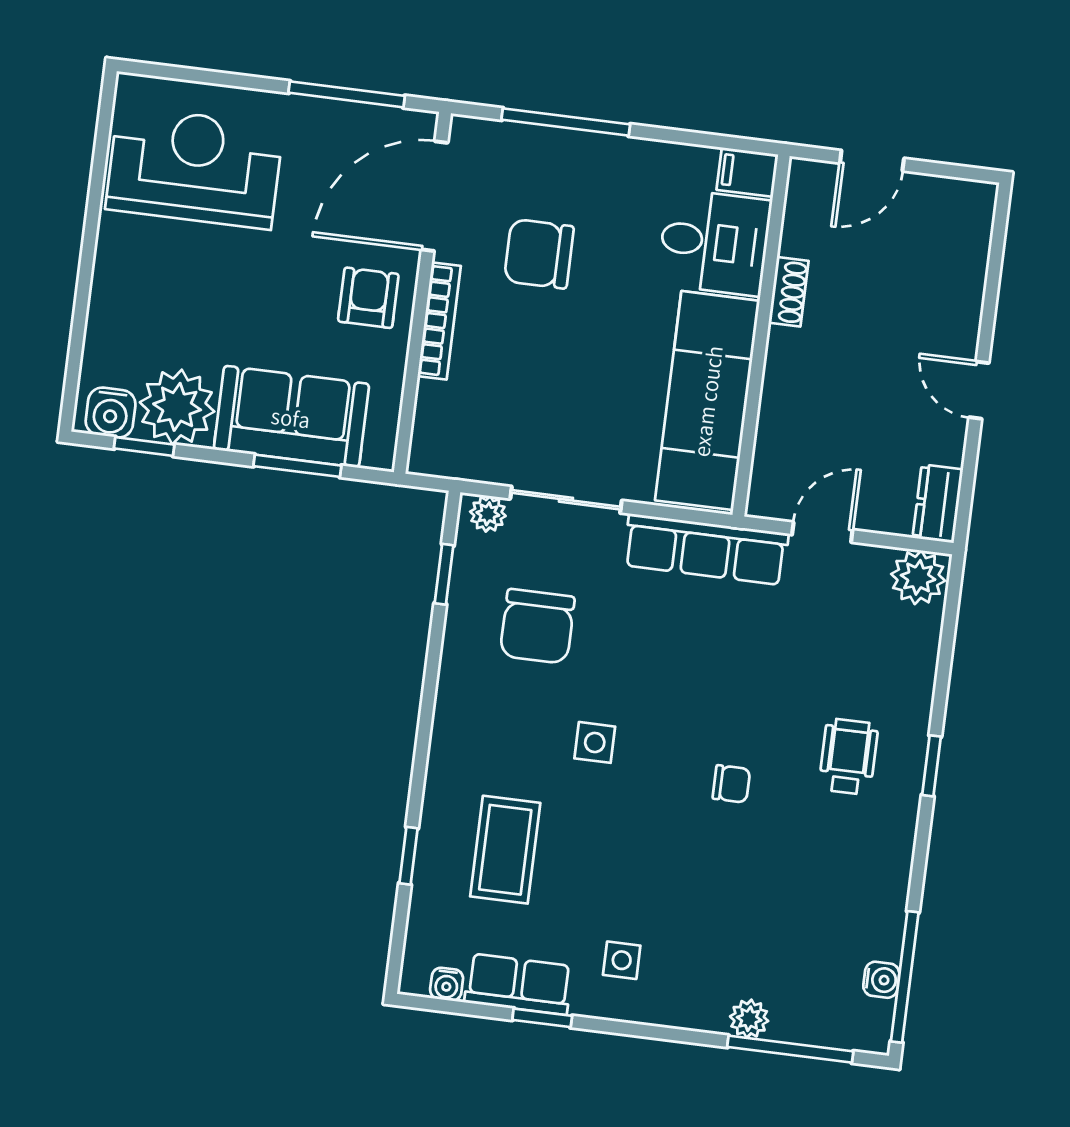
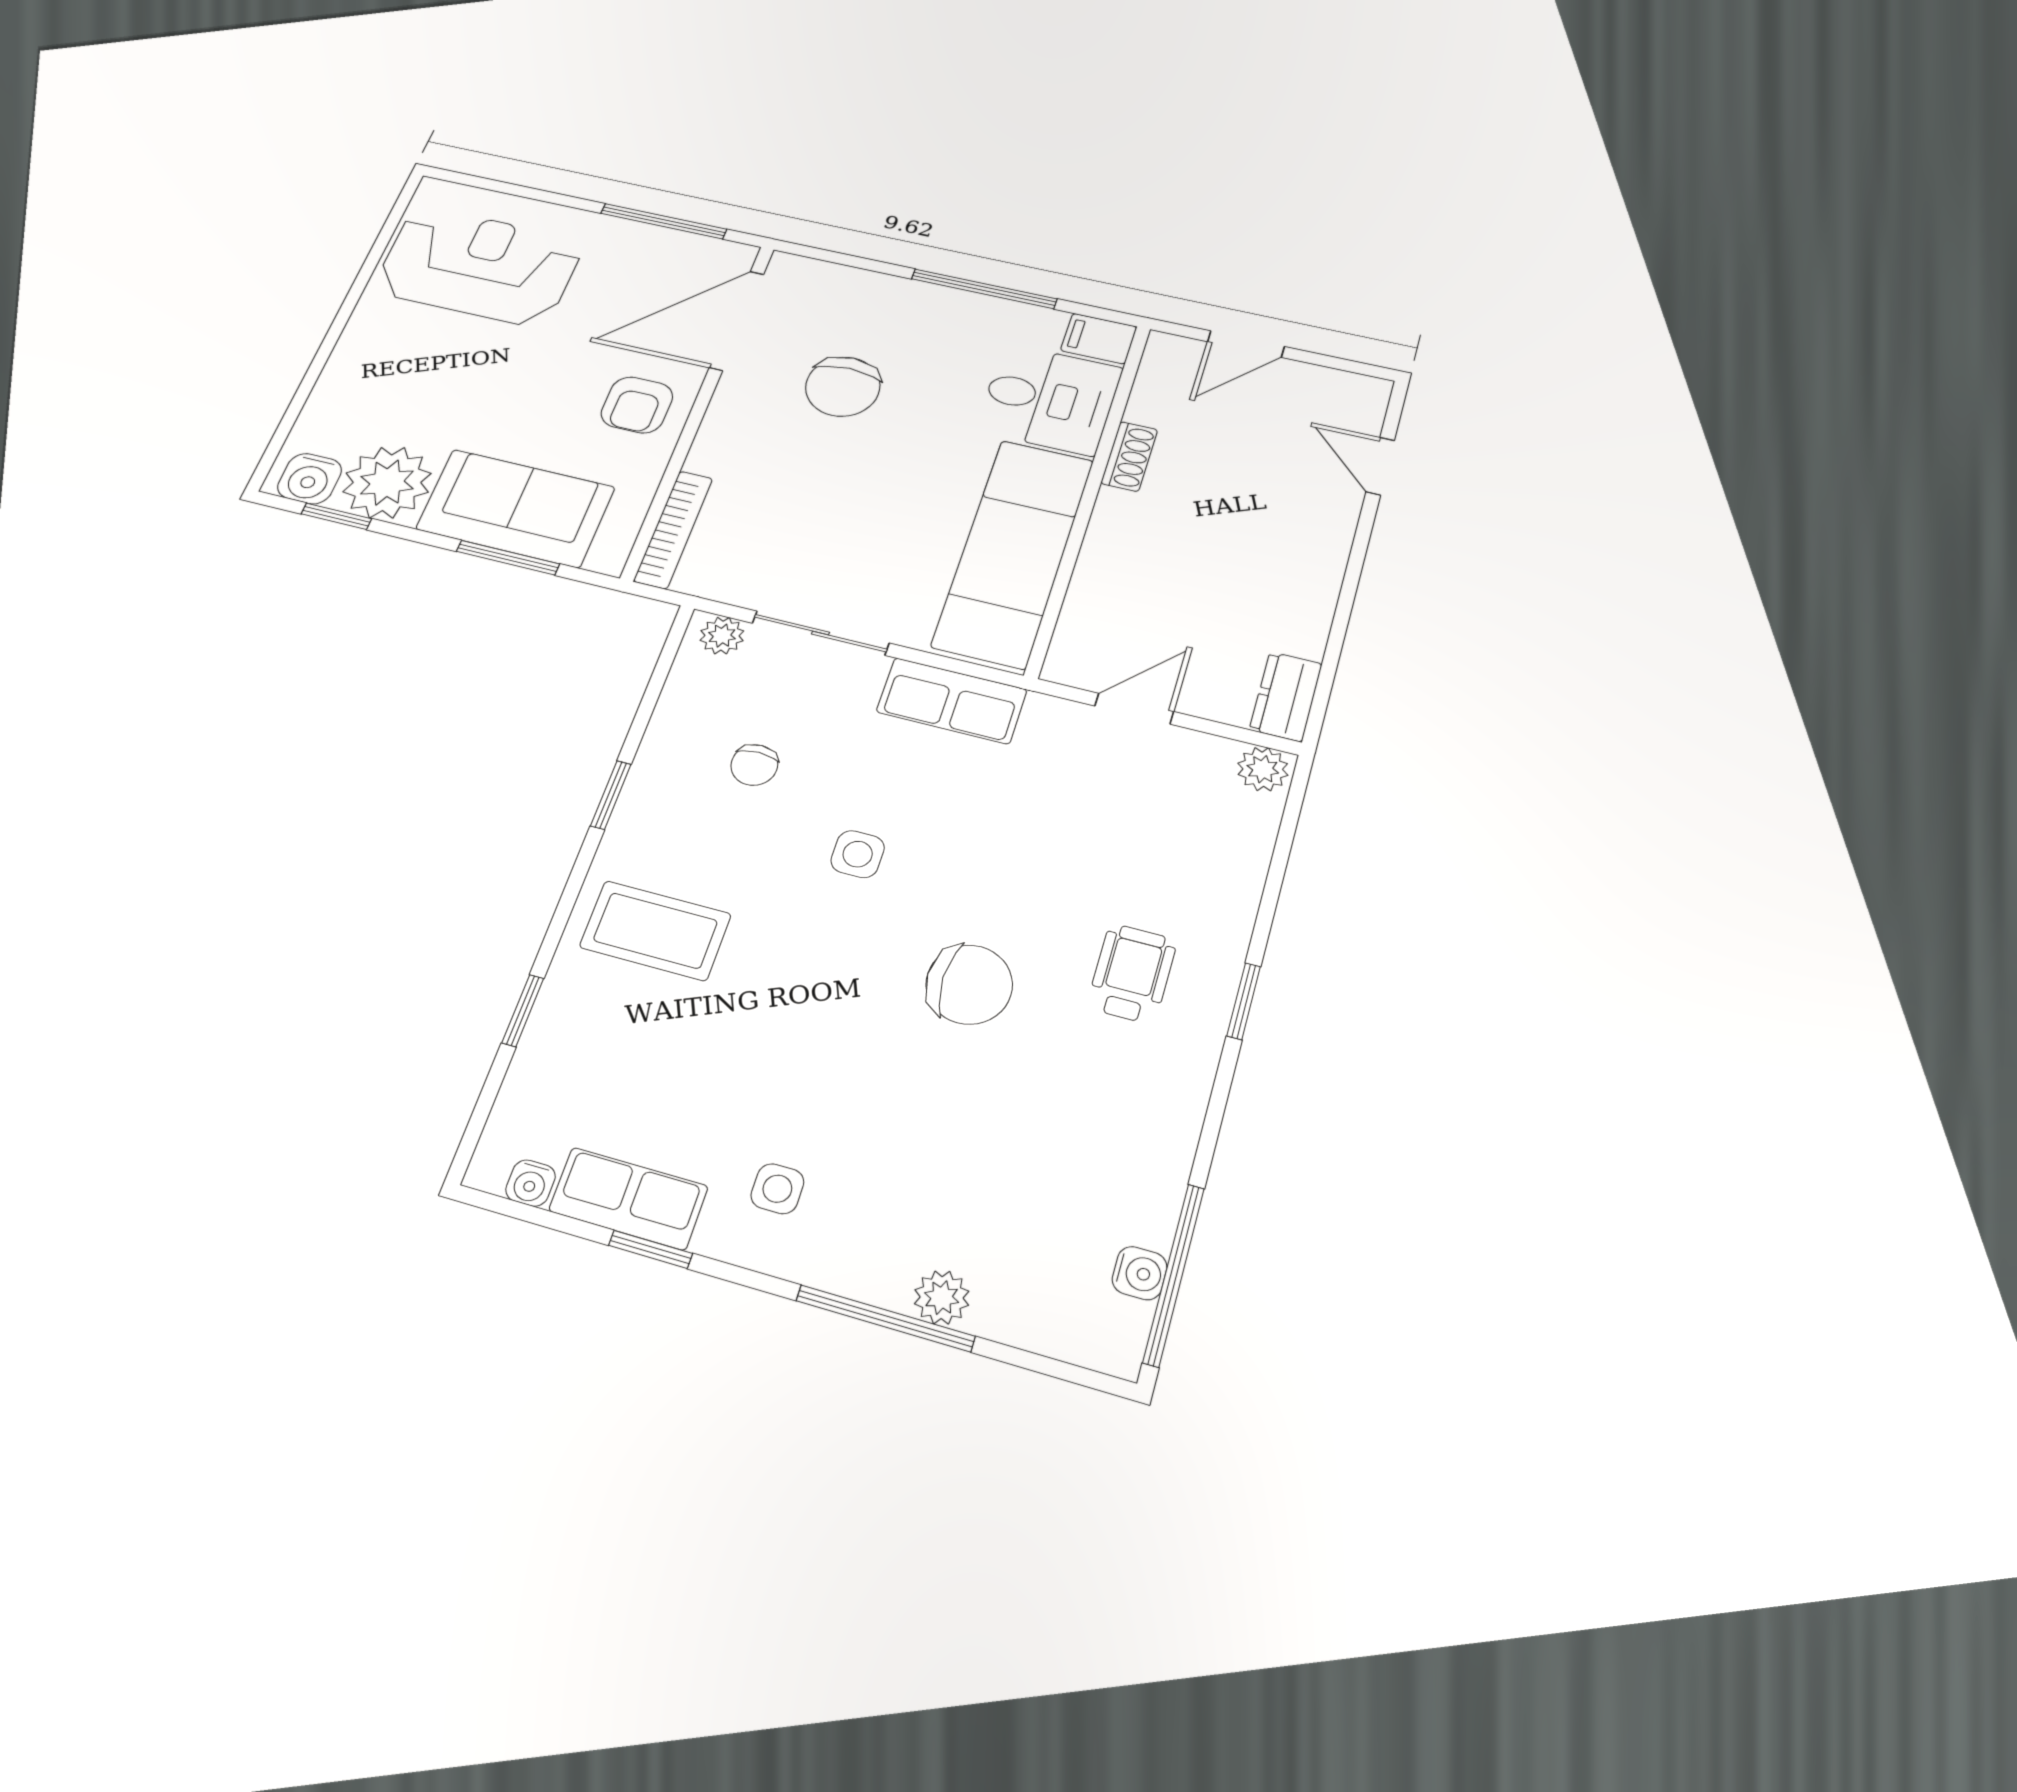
window: (566, 122) -> (984, 289), moved
chair: (539, 254) -> (843, 387), turned -90
armchair: (368, 298) -> (637, 405), turned 180
bookcase: (439, 321) -> (673, 529), moved
door: (979, 390) -> (1380, 466), moved
row of seats: (706, 549) -> (952, 701), width x0.68
window: (444, 574) -> (611, 795), moved
plant: (918, 577) -> (1263, 769), width x0.73, depth x0.73
chair: (537, 626) -> (754, 765), width x0.54, depth x0.54
side table: (595, 742) -> (858, 854), moved
chair: (731, 784) -> (969, 985), width x1.87, depth x1.87
coffee table: (505, 850) -> (655, 931), moved, turned 90
window: (790, 1049) -> (885, 1318), moved

